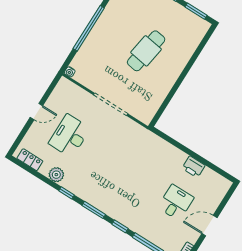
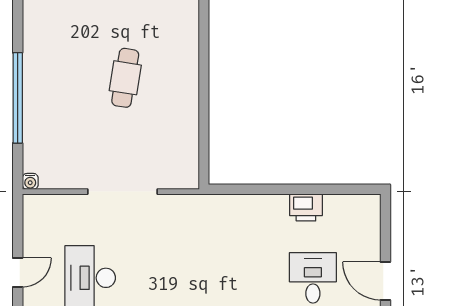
cafe table: (146, 51) -> (125, 78), width x0.73, depth x0.74
door: (209, 226) -> (385, 281), hinge flipped

